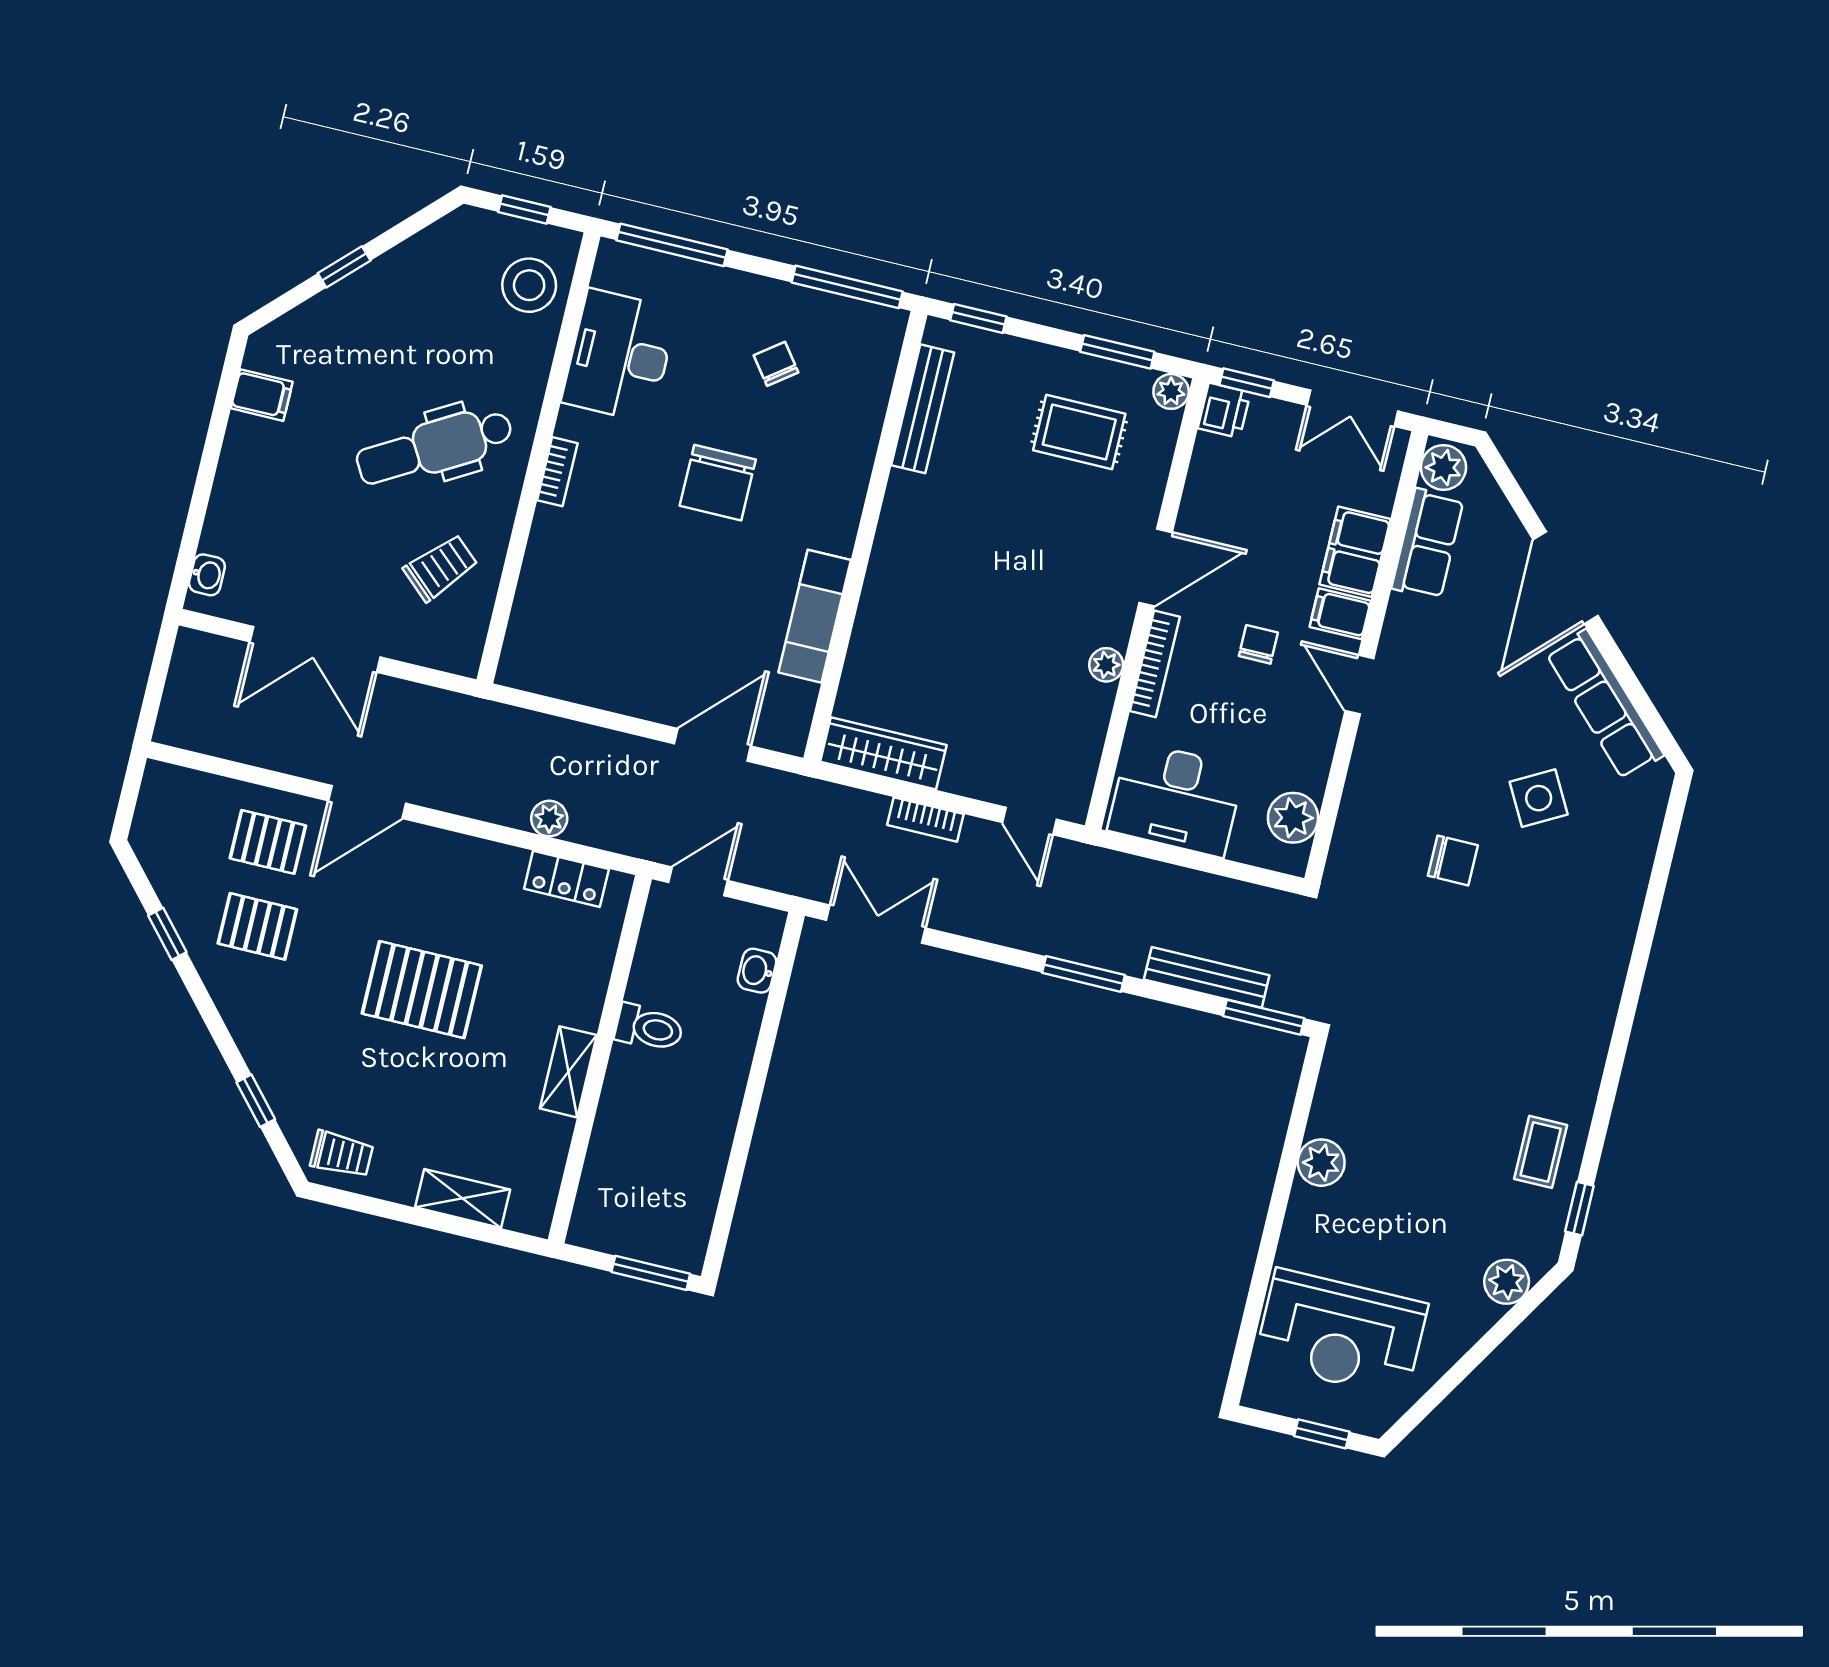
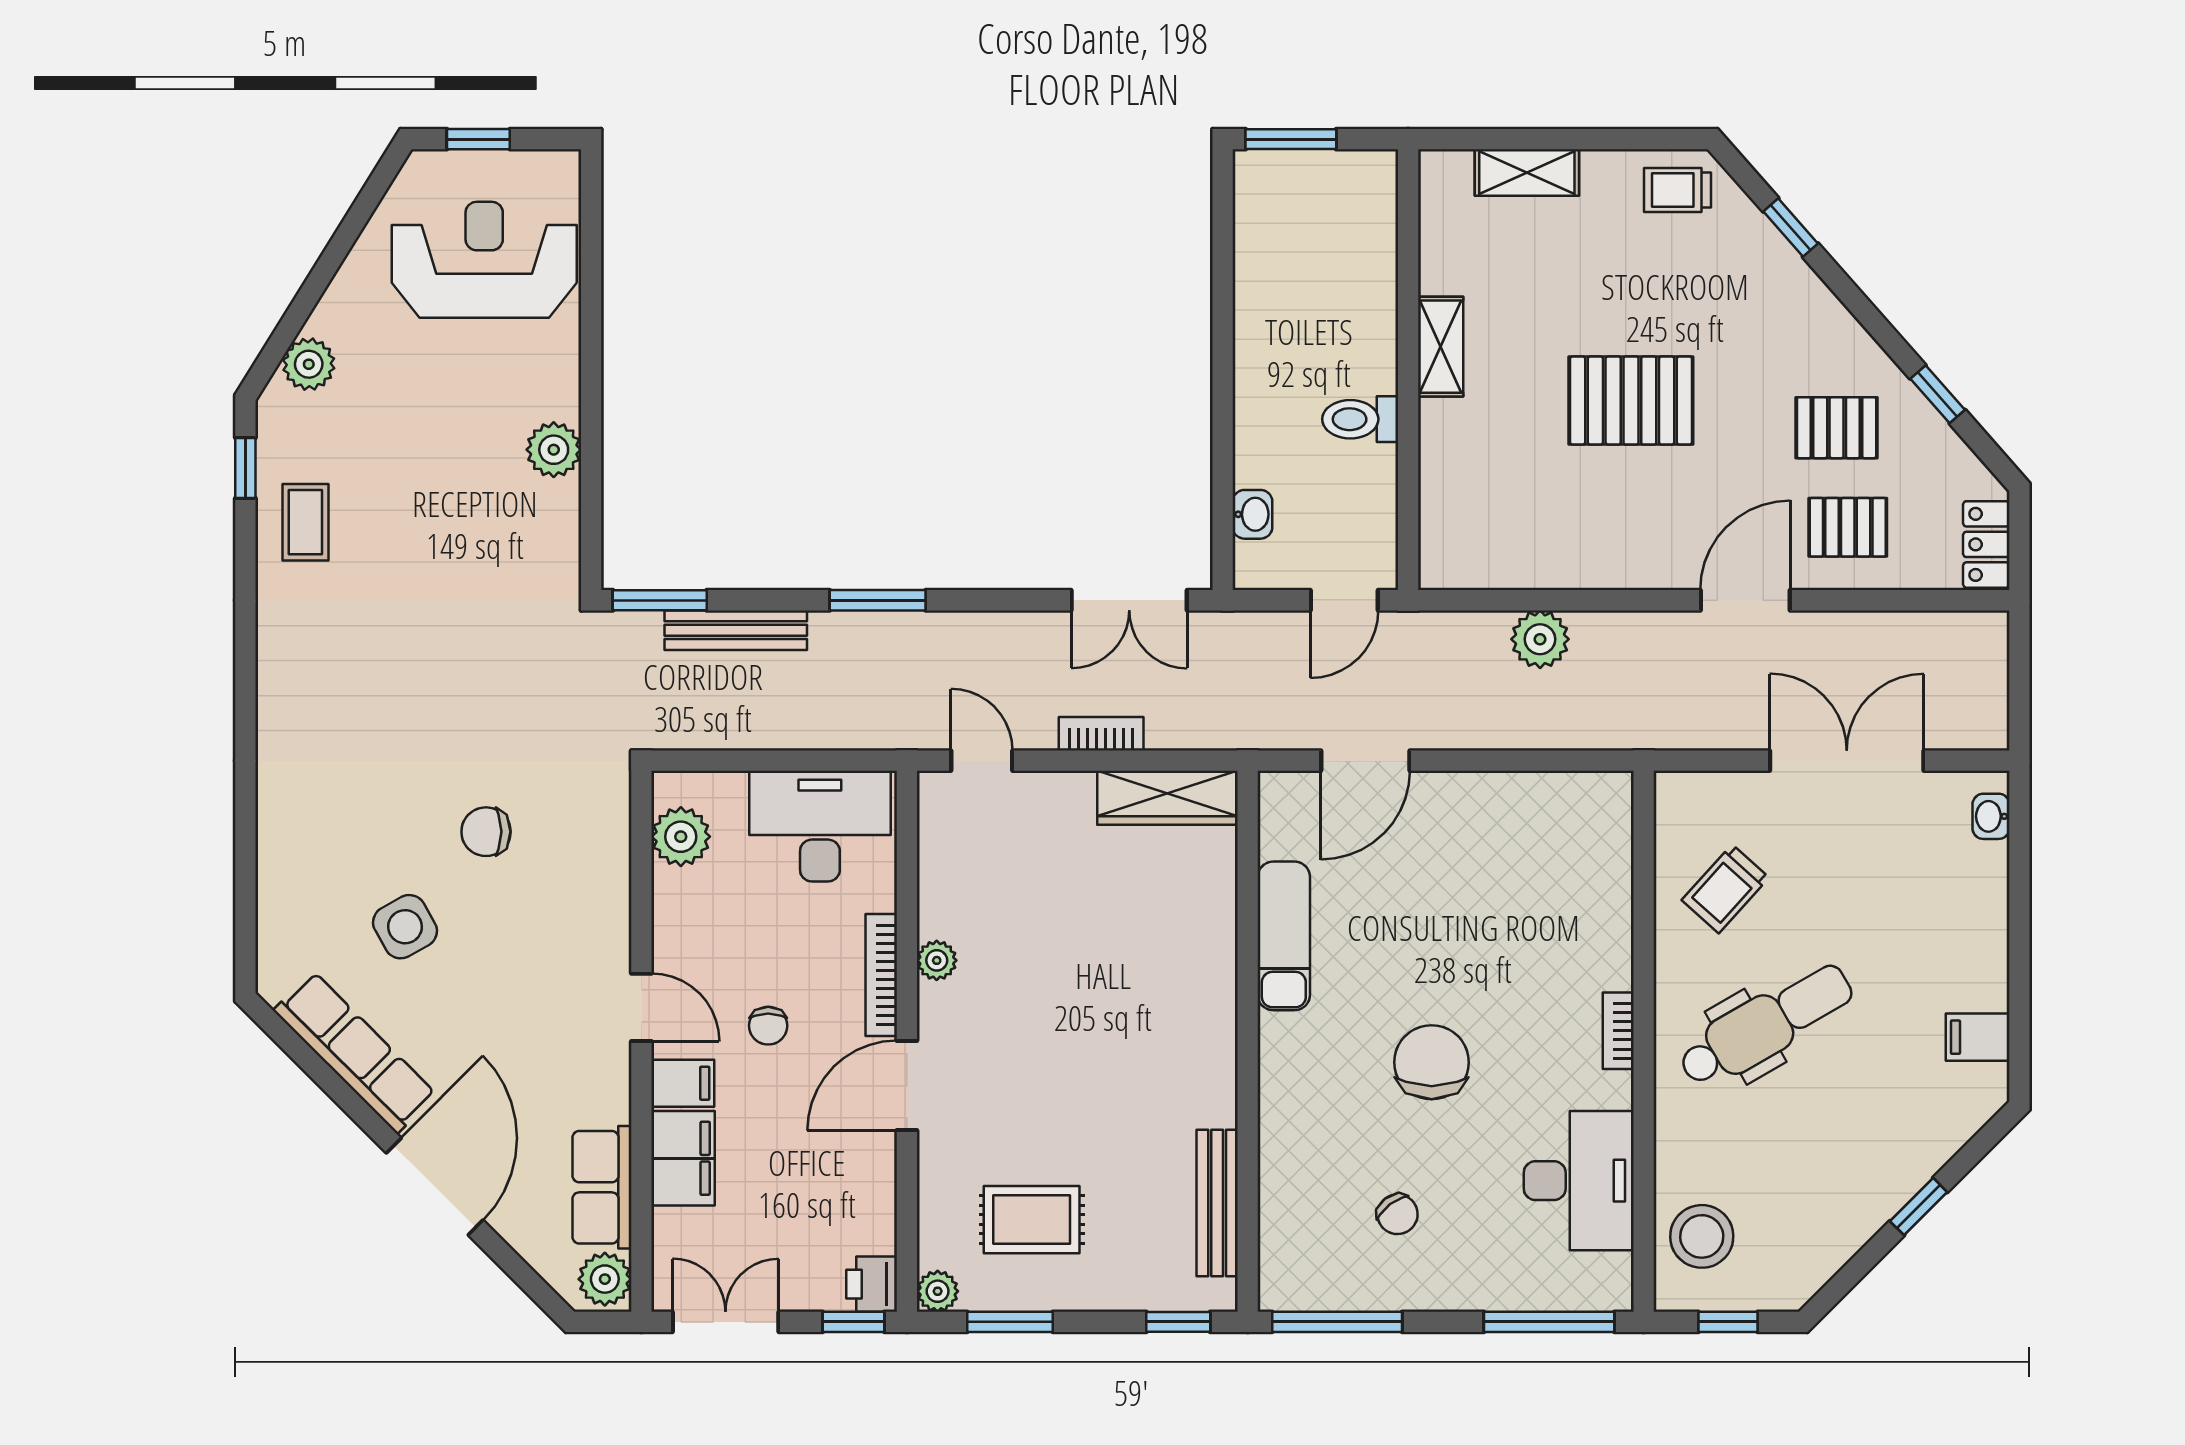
plant: (549, 819) -> (1540, 639), width x1.38, depth x1.38
locker: (566, 879) -> (1986, 544), moved, turned -90

